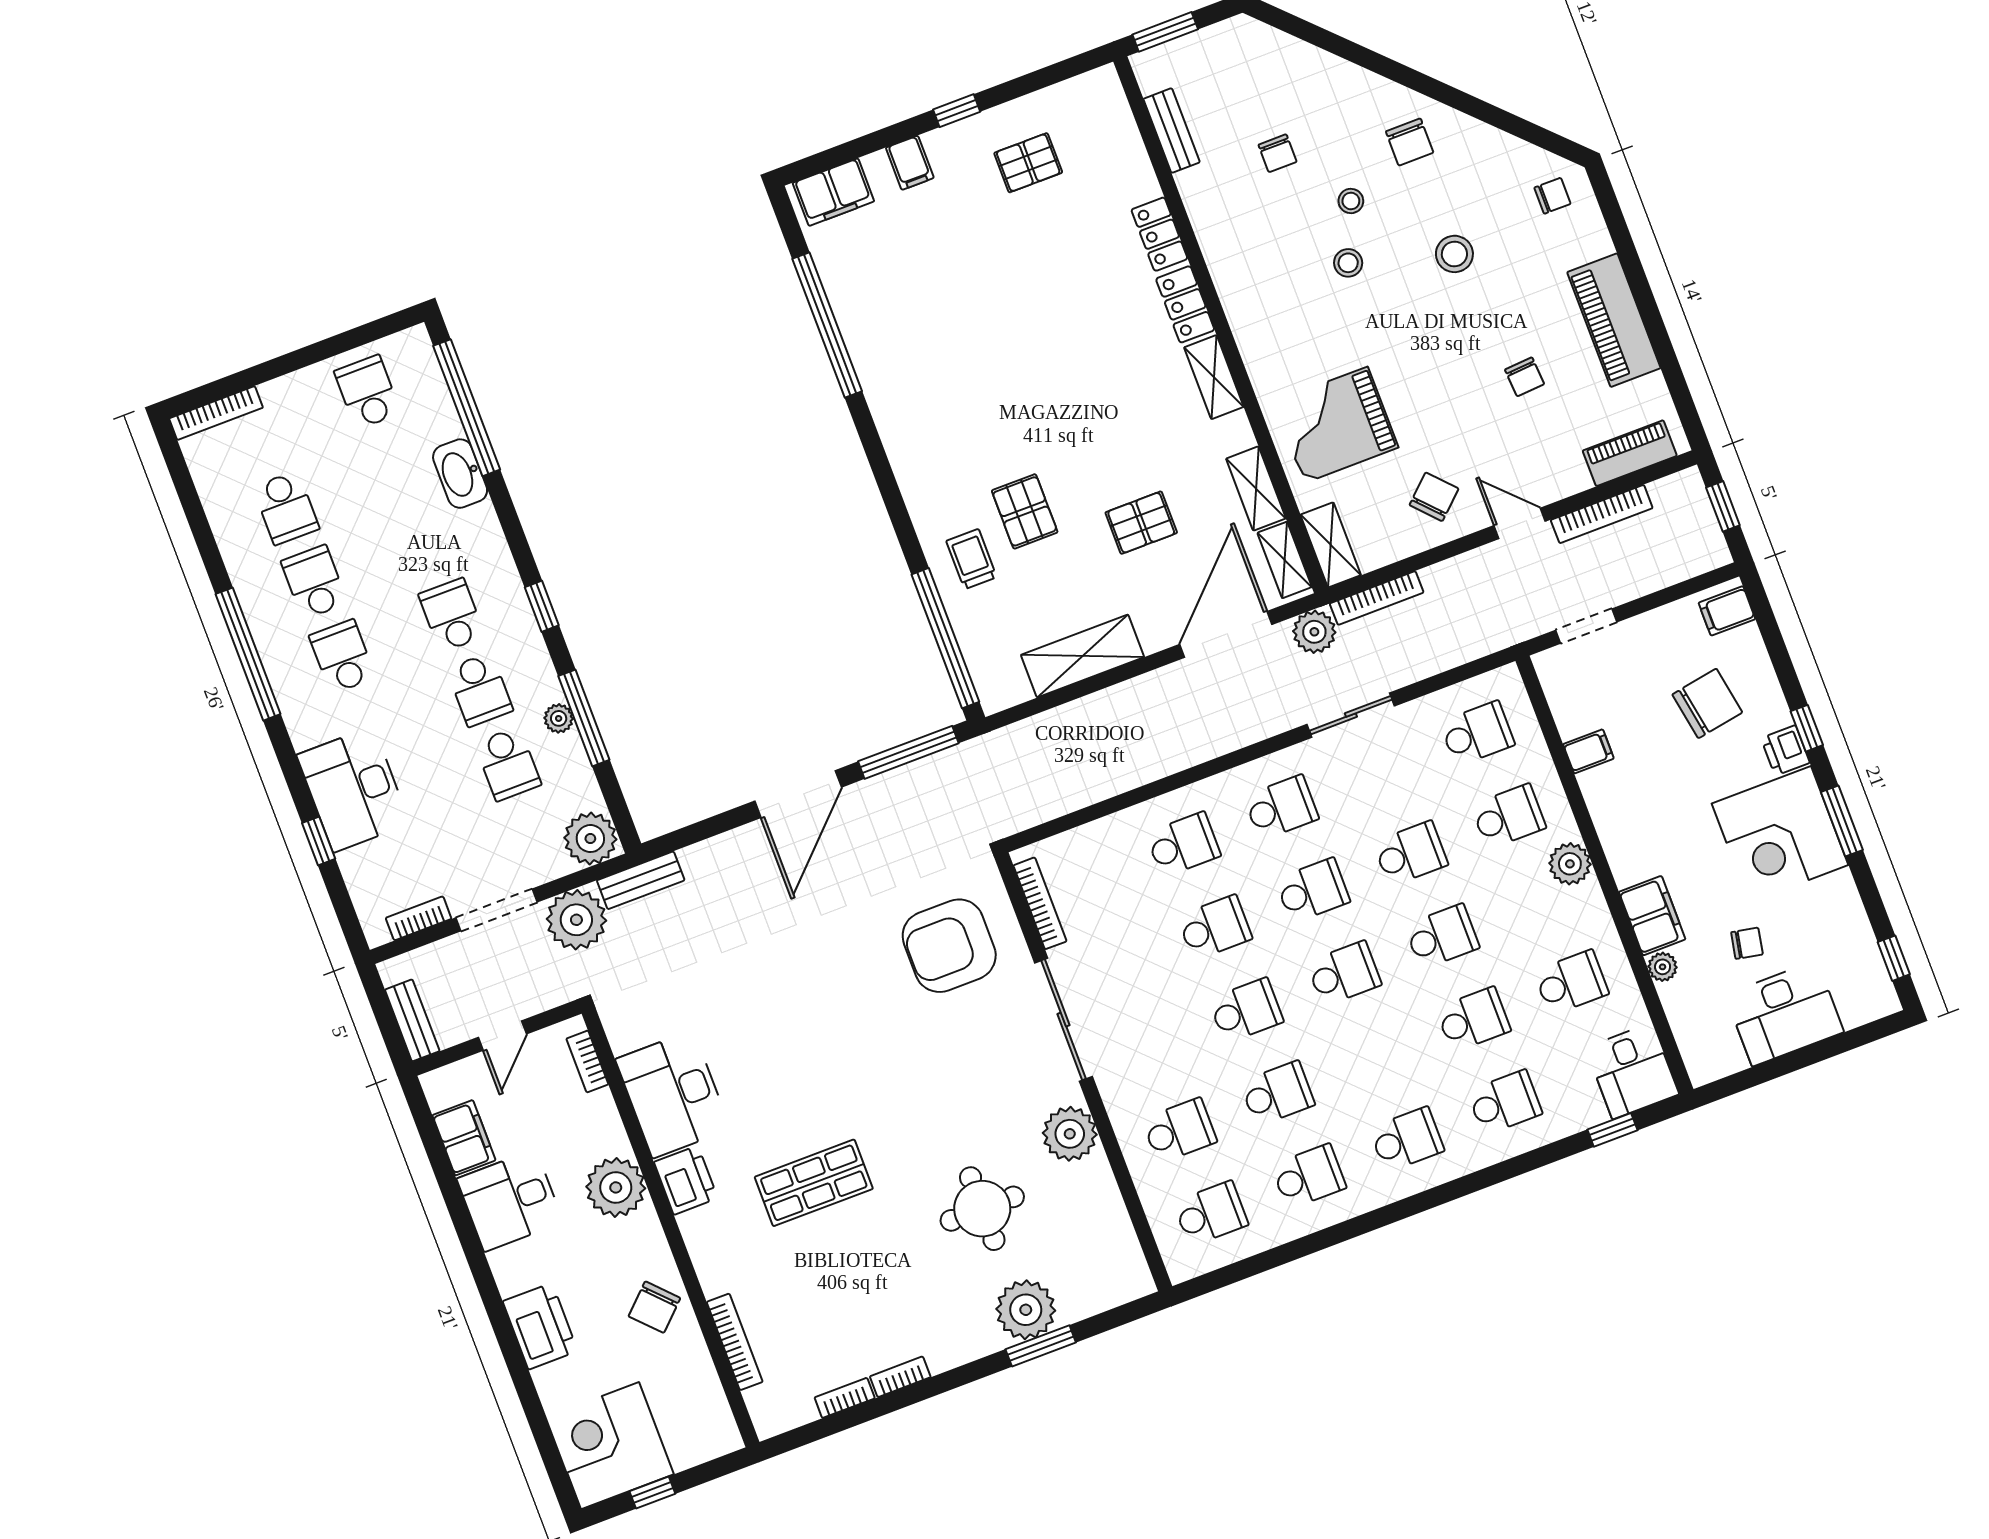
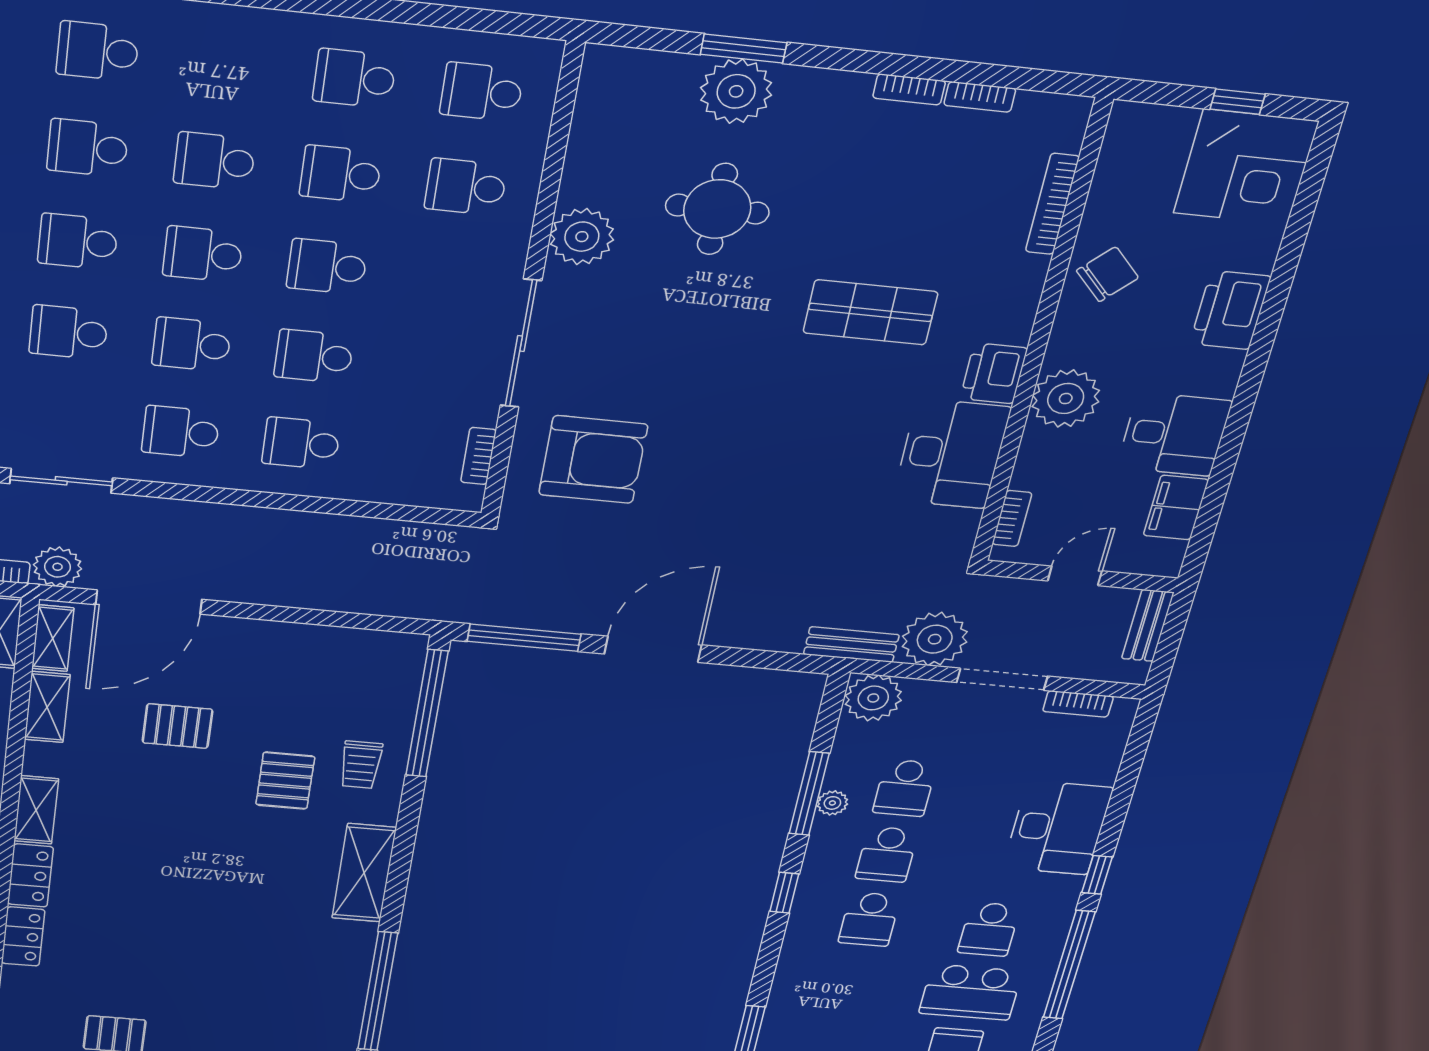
washbasin: (460, 474) -> (783, 1017), removed
school desk: (314, 582) -> (971, 992), width x1.85
shelving: (1083, 656) -> (364, 873), moved, turned 90
school desk: (480, 690) -> (887, 854), turned 180
school desk: (508, 764) -> (905, 788), turned 180
window: (319, 841) -> (1097, 875), moved
bookcase: (1040, 903) -> (479, 456), width x0.64
school desk: (1407, 1139) -> (215, 161), moved

